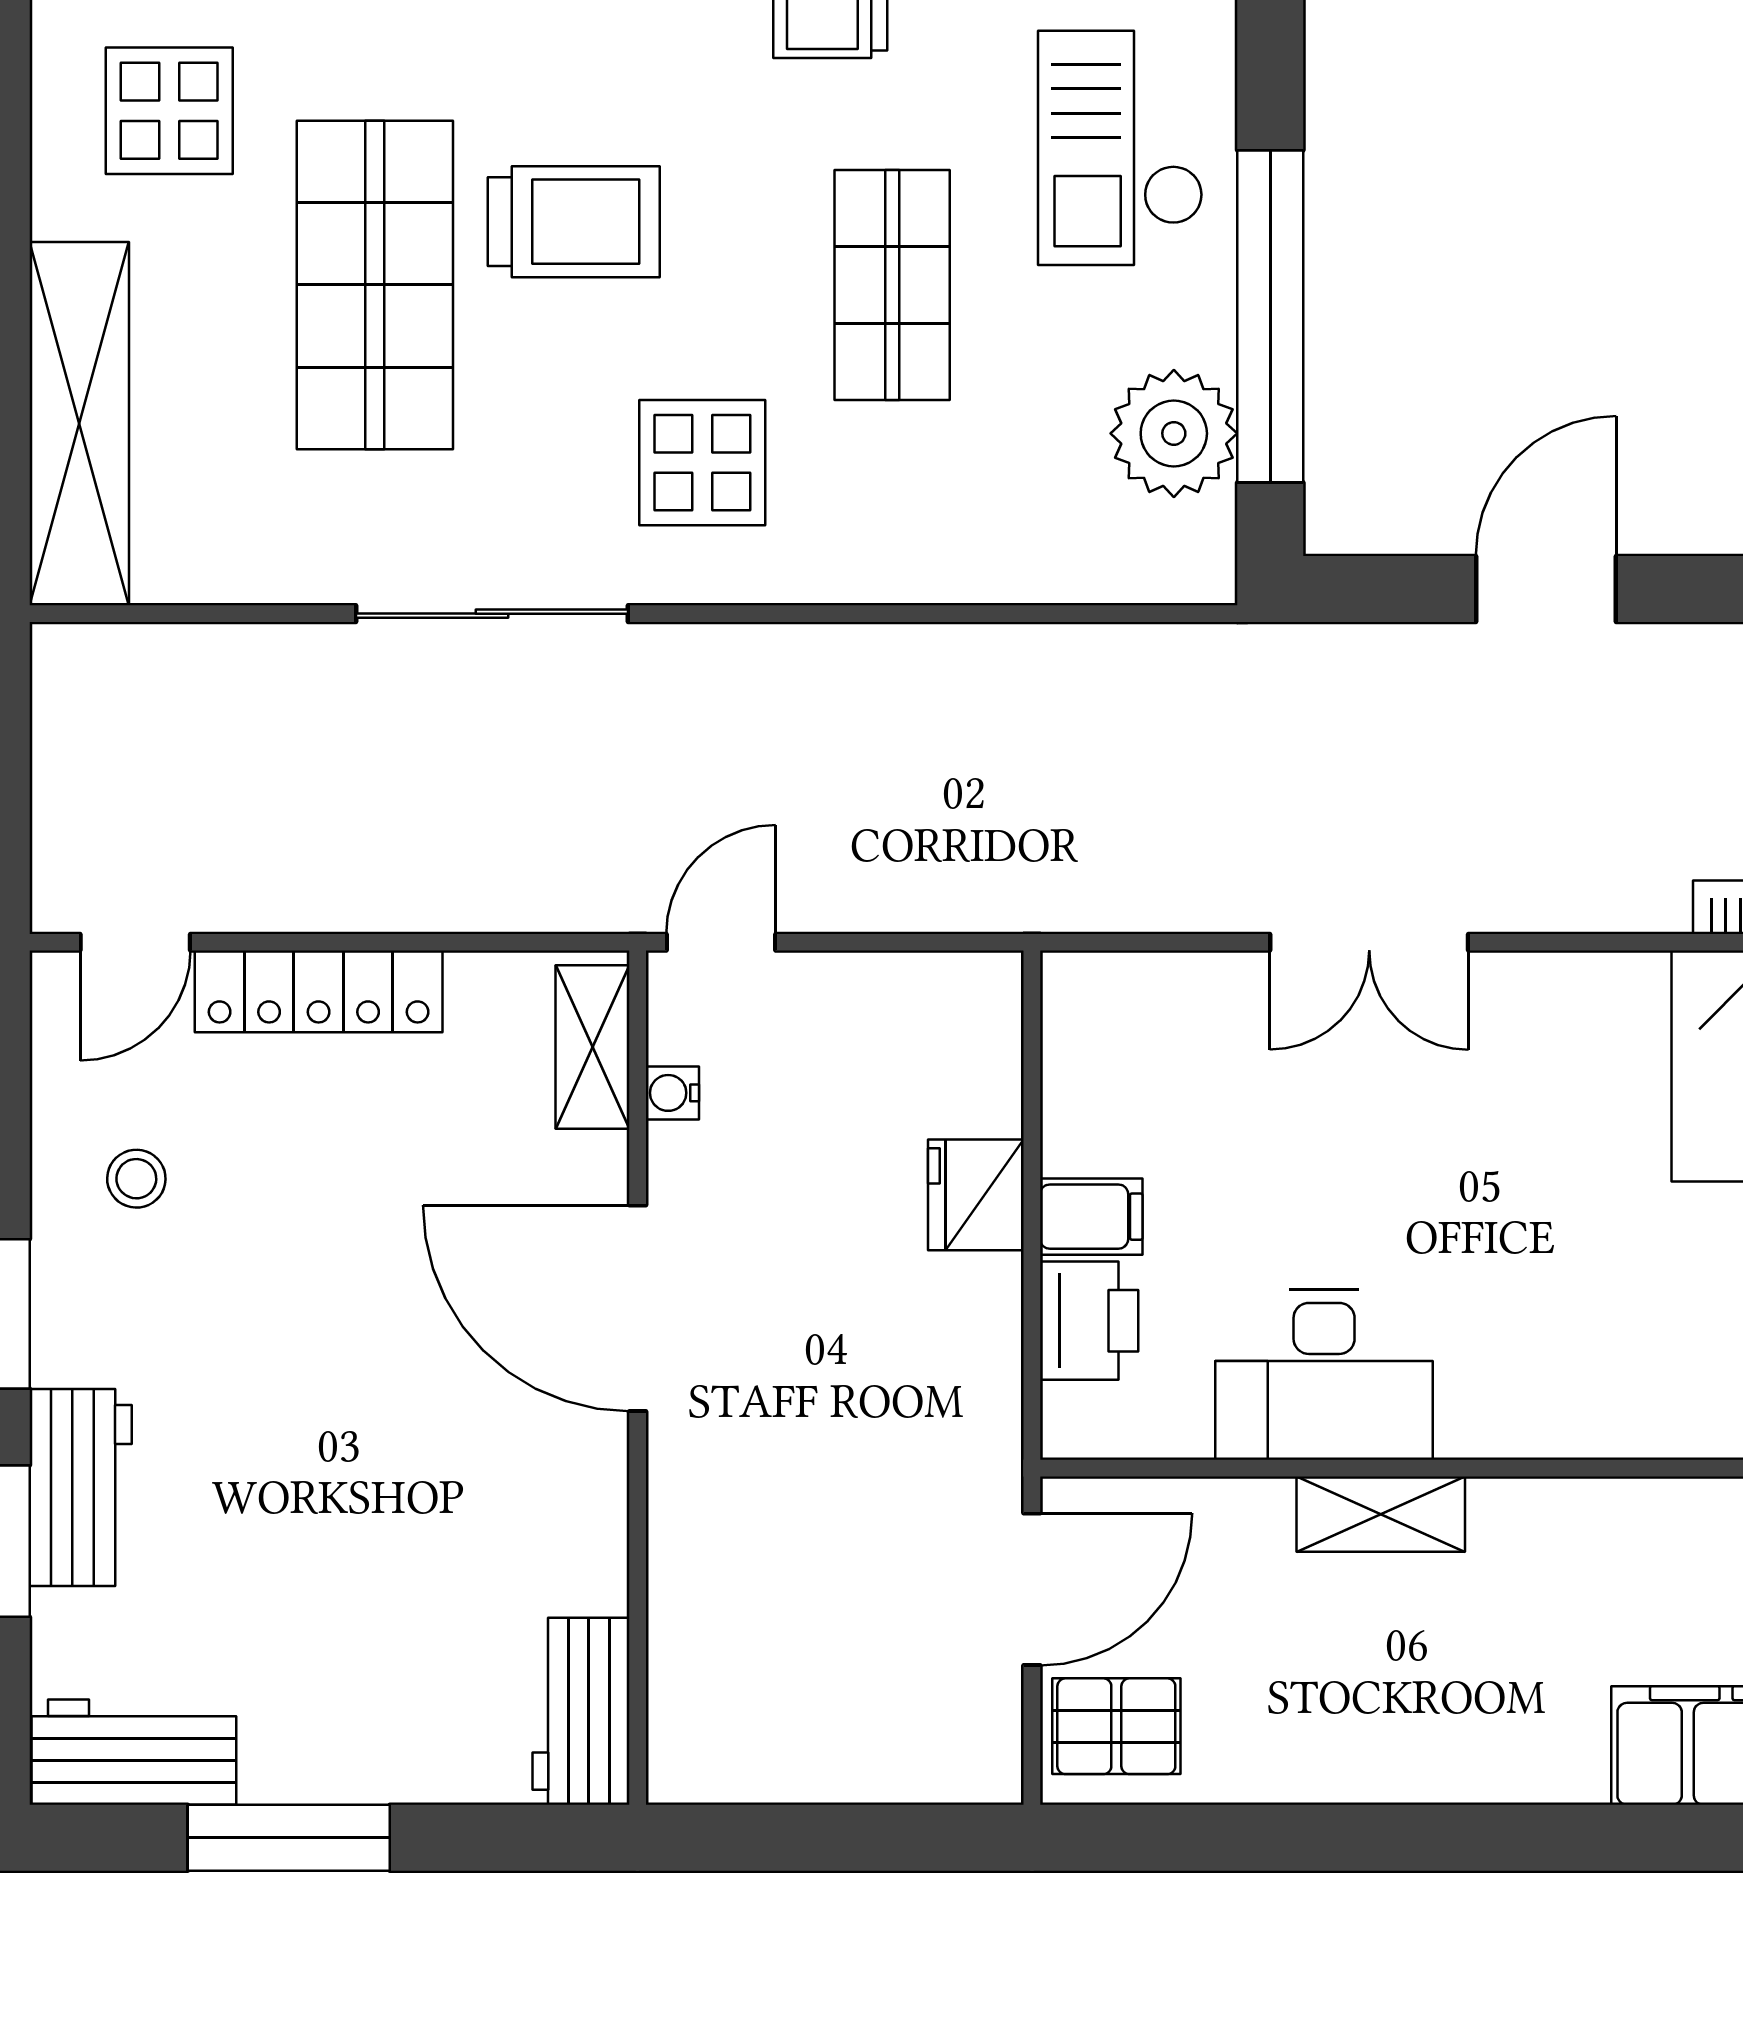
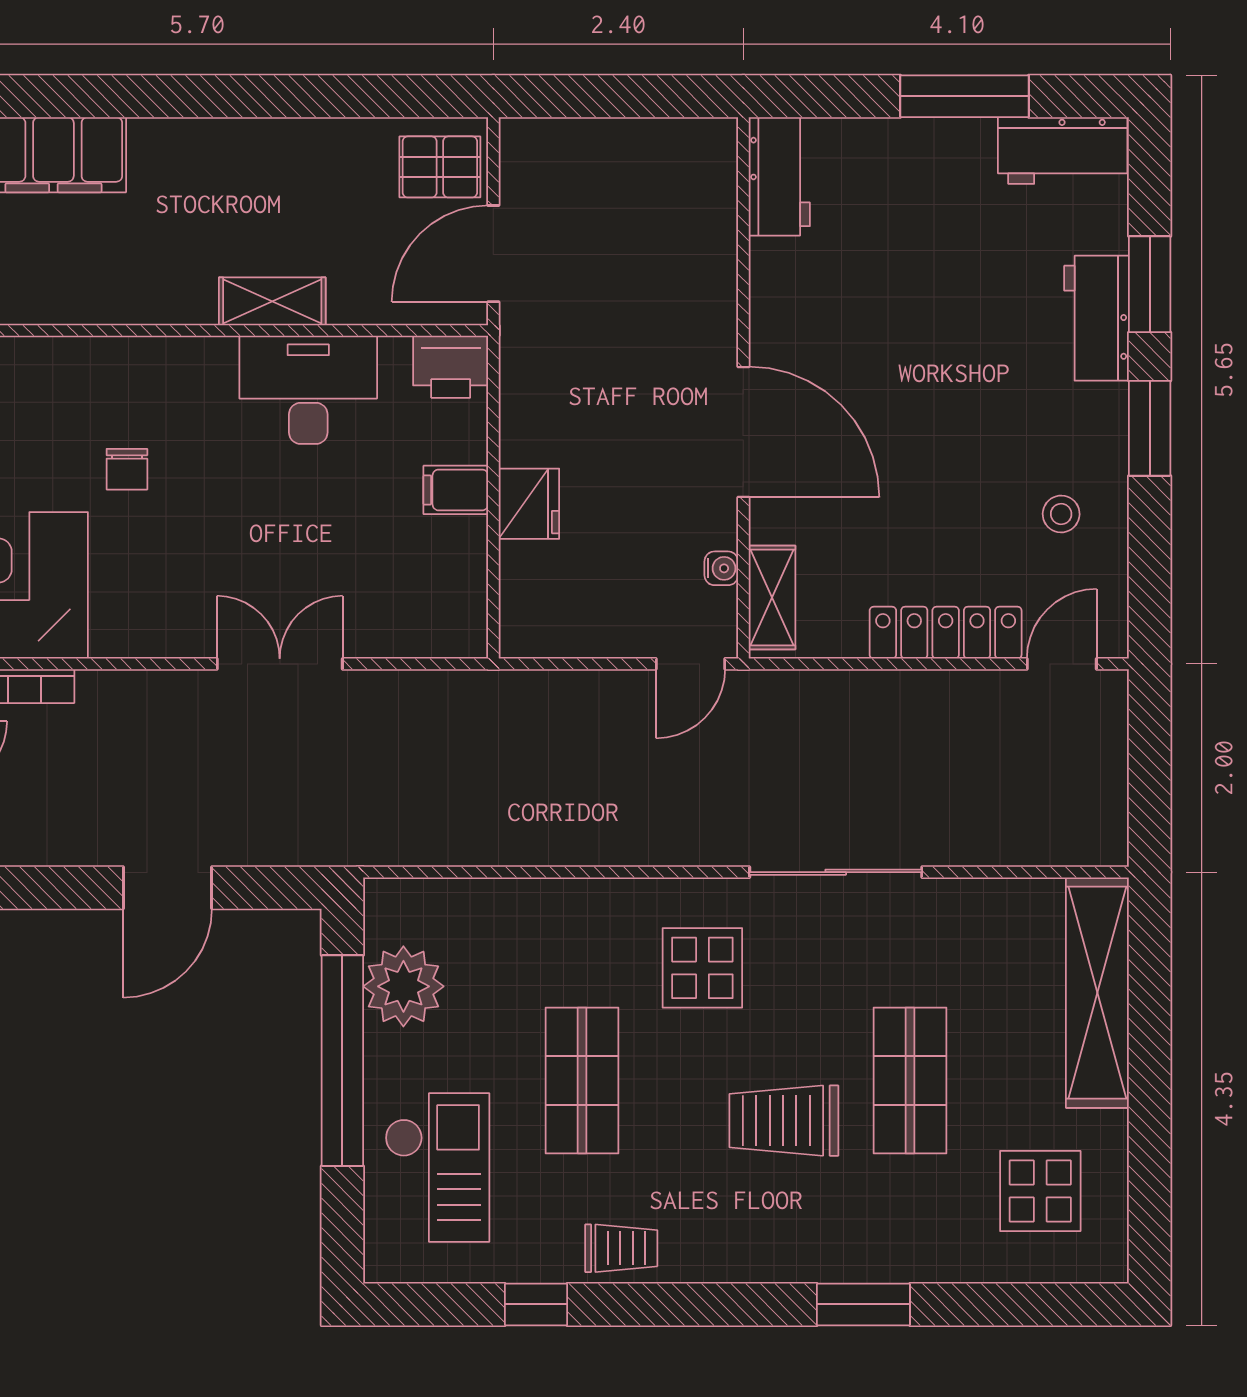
shop shelf: (375, 285) -> (910, 1081), width x0.70, depth x0.74
chair: (1610, 1249) -> (127, 469), added
printer: (1089, 1321) -> (451, 367), moved, turned -90

